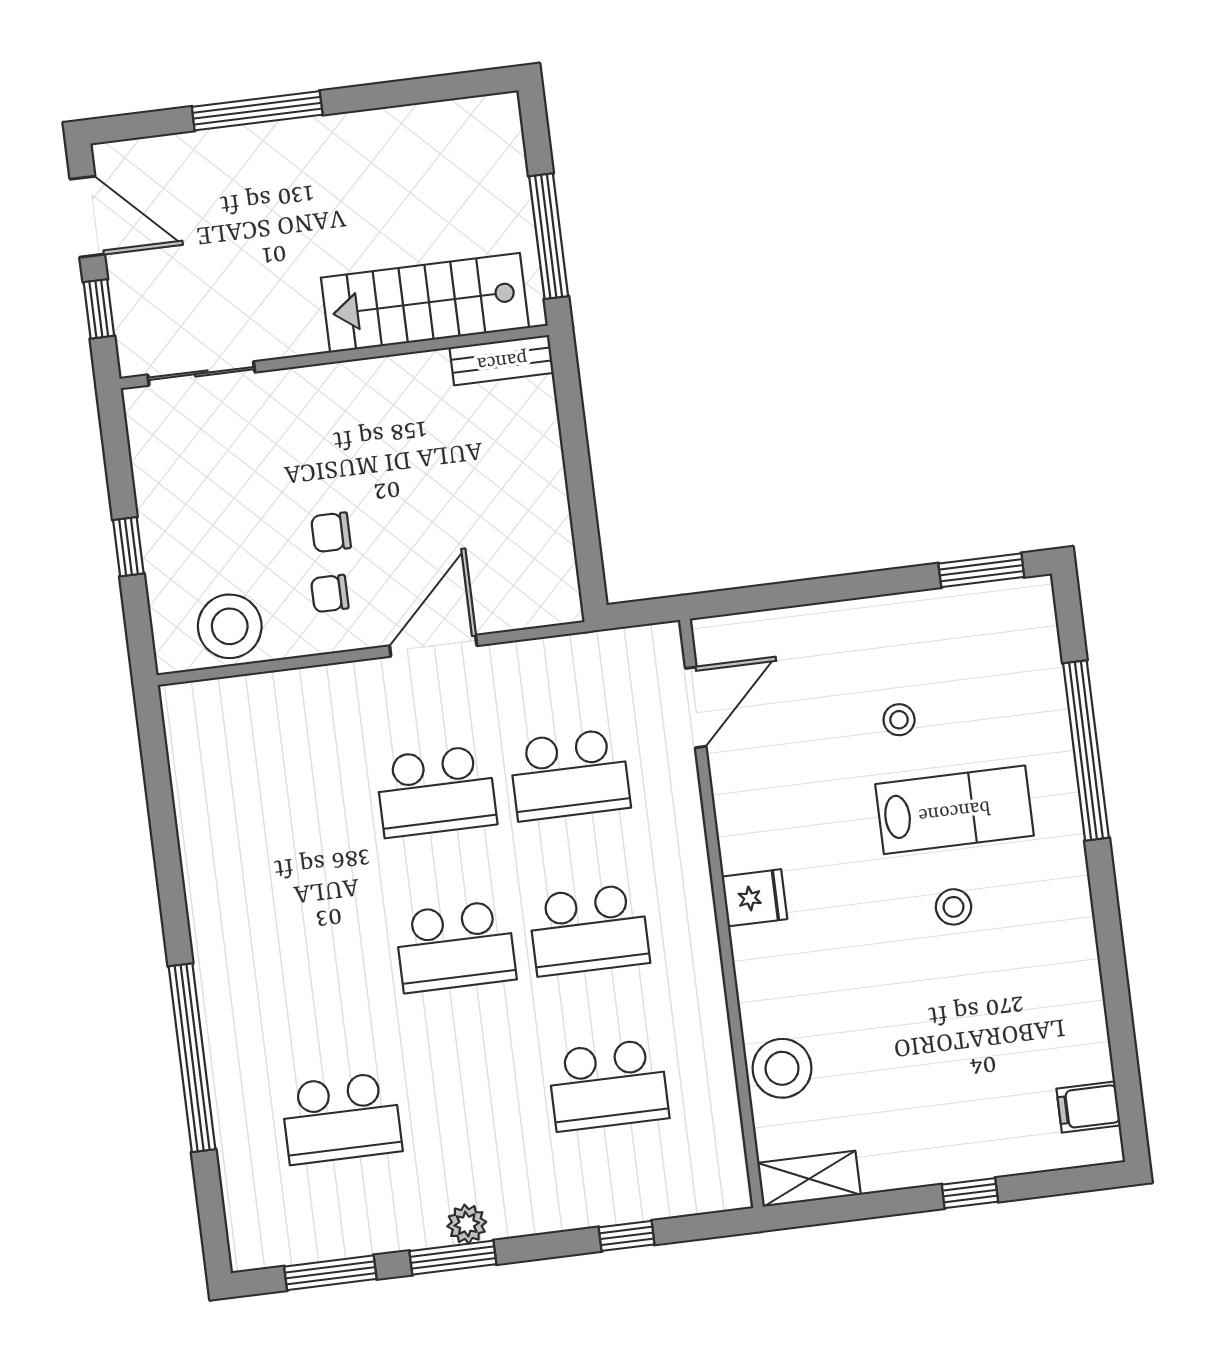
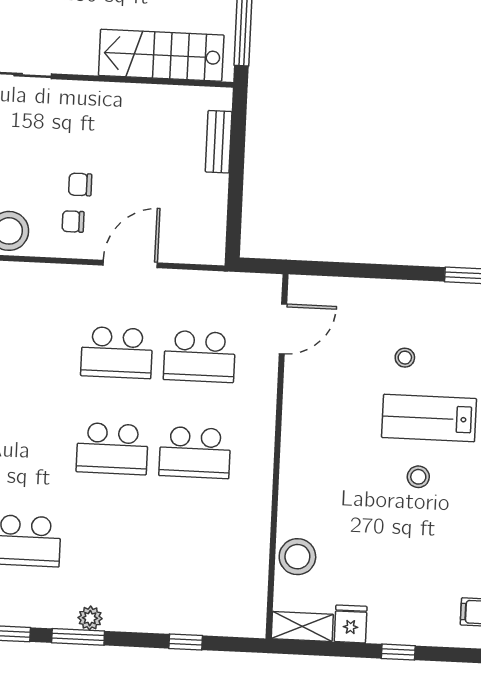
bench: (502, 360) -> (219, 142), moved, turned 90
lab bench: (954, 810) -> (429, 418), turned 180
fridge: (754, 898) -> (351, 624), moved, turned -90
school desk: (608, 1085) -> (190, 549), removed

